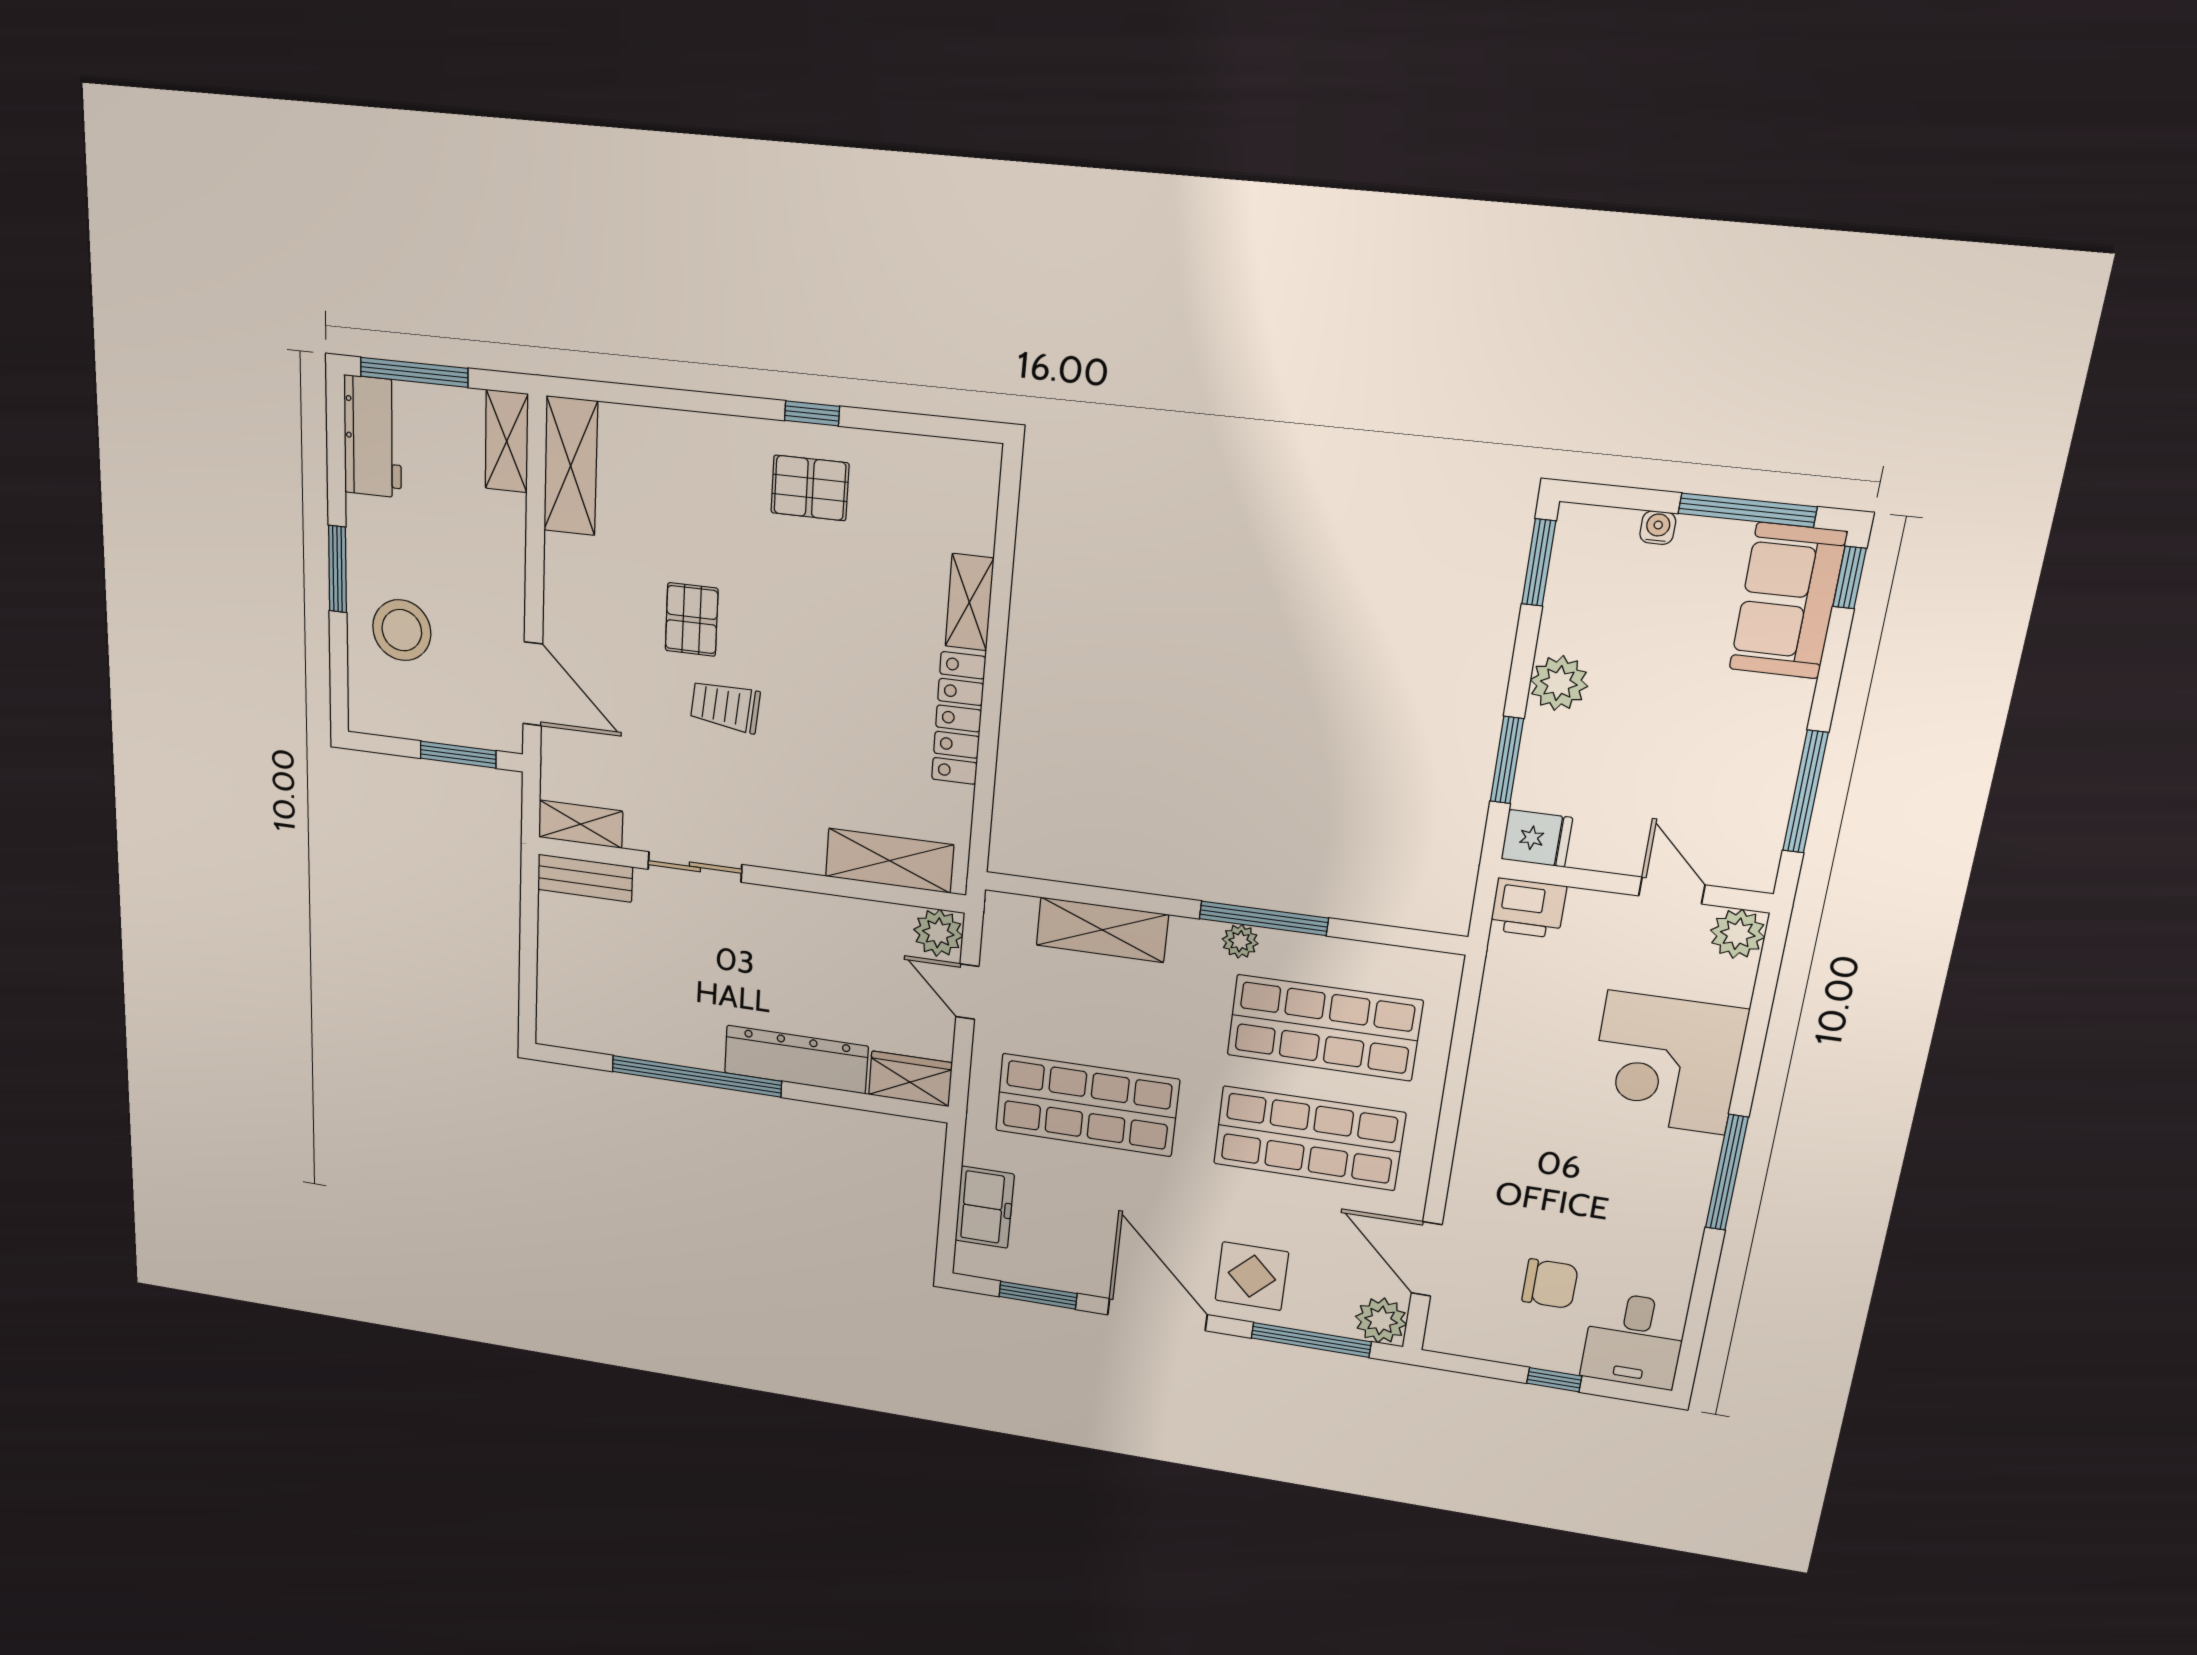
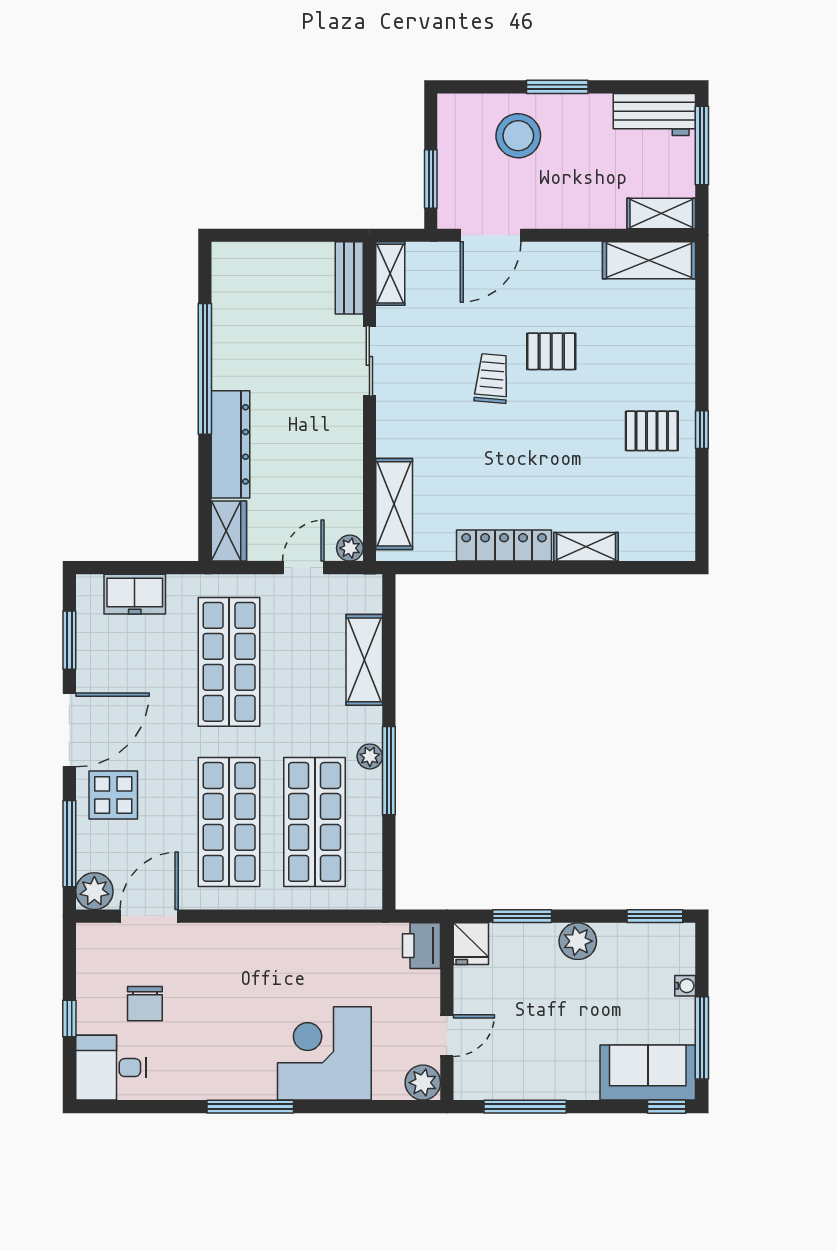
pallet: (810, 488) -> (652, 431), turned 90
plant: (938, 933) -> (350, 548), width x0.73, depth x0.73

